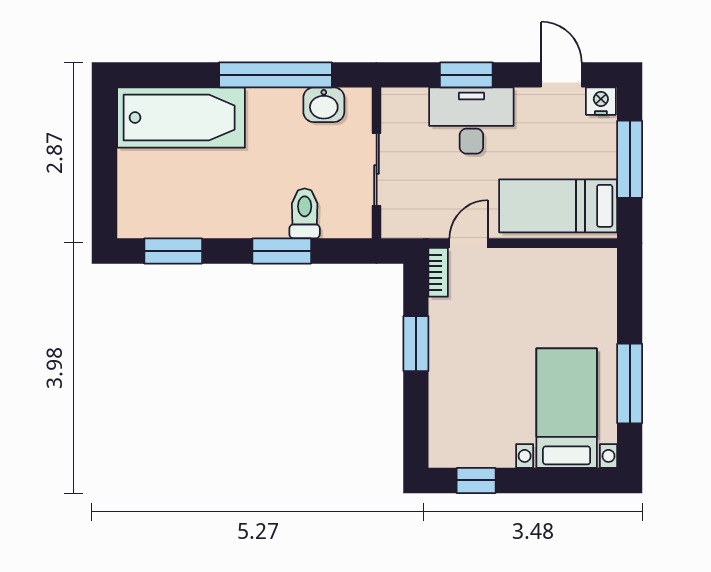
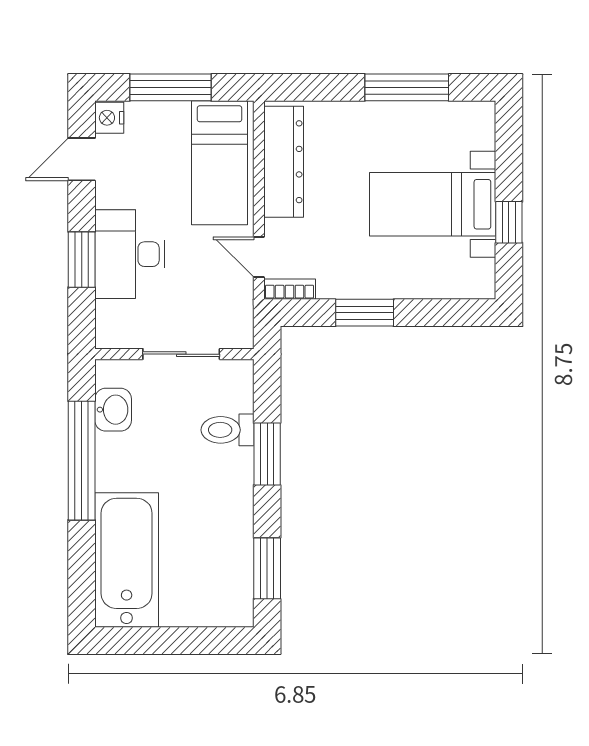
dresser: (559, 267) -> (284, 162), added
bed with nightstands: (567, 408) -> (433, 204), moved
window: (476, 480) -> (509, 222), moved

